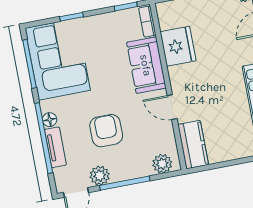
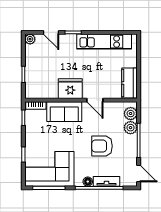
fridge: (178, 46) -> (70, 89), moved
door: (172, 107) -> (95, 100), hinge flipped
kitchen counter: (193, 145) -> (130, 83), moved, turned -90
plant: (100, 176) -> (130, 128), moved

